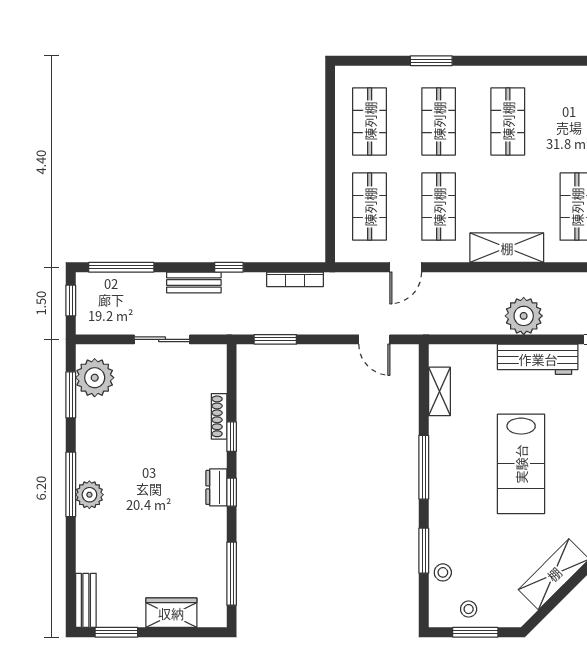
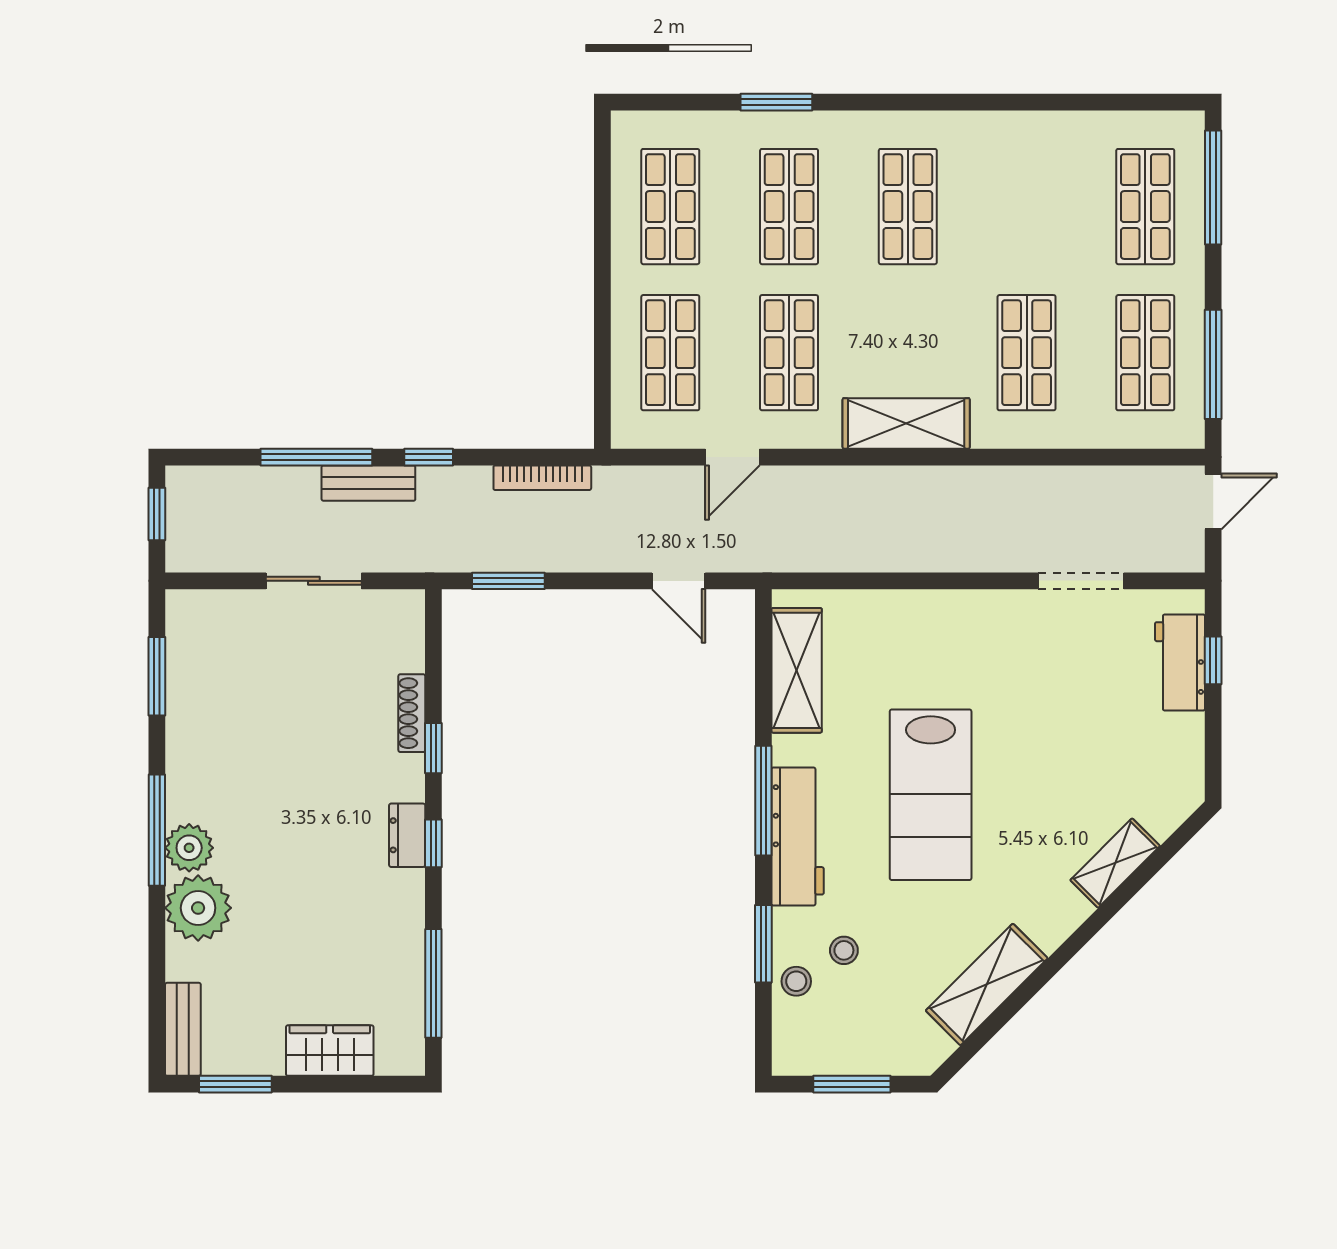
window: (121, 267) -> (316, 457), moved
plant: (524, 316) -> (935, 541), removed
workbench: (538, 359) -> (798, 837), moved, turned -90
plant: (95, 378) -> (198, 908), moved
shelving: (439, 391) -> (797, 670), width x1.50, depth x1.33
stool: (469, 609) -> (844, 950), moved

